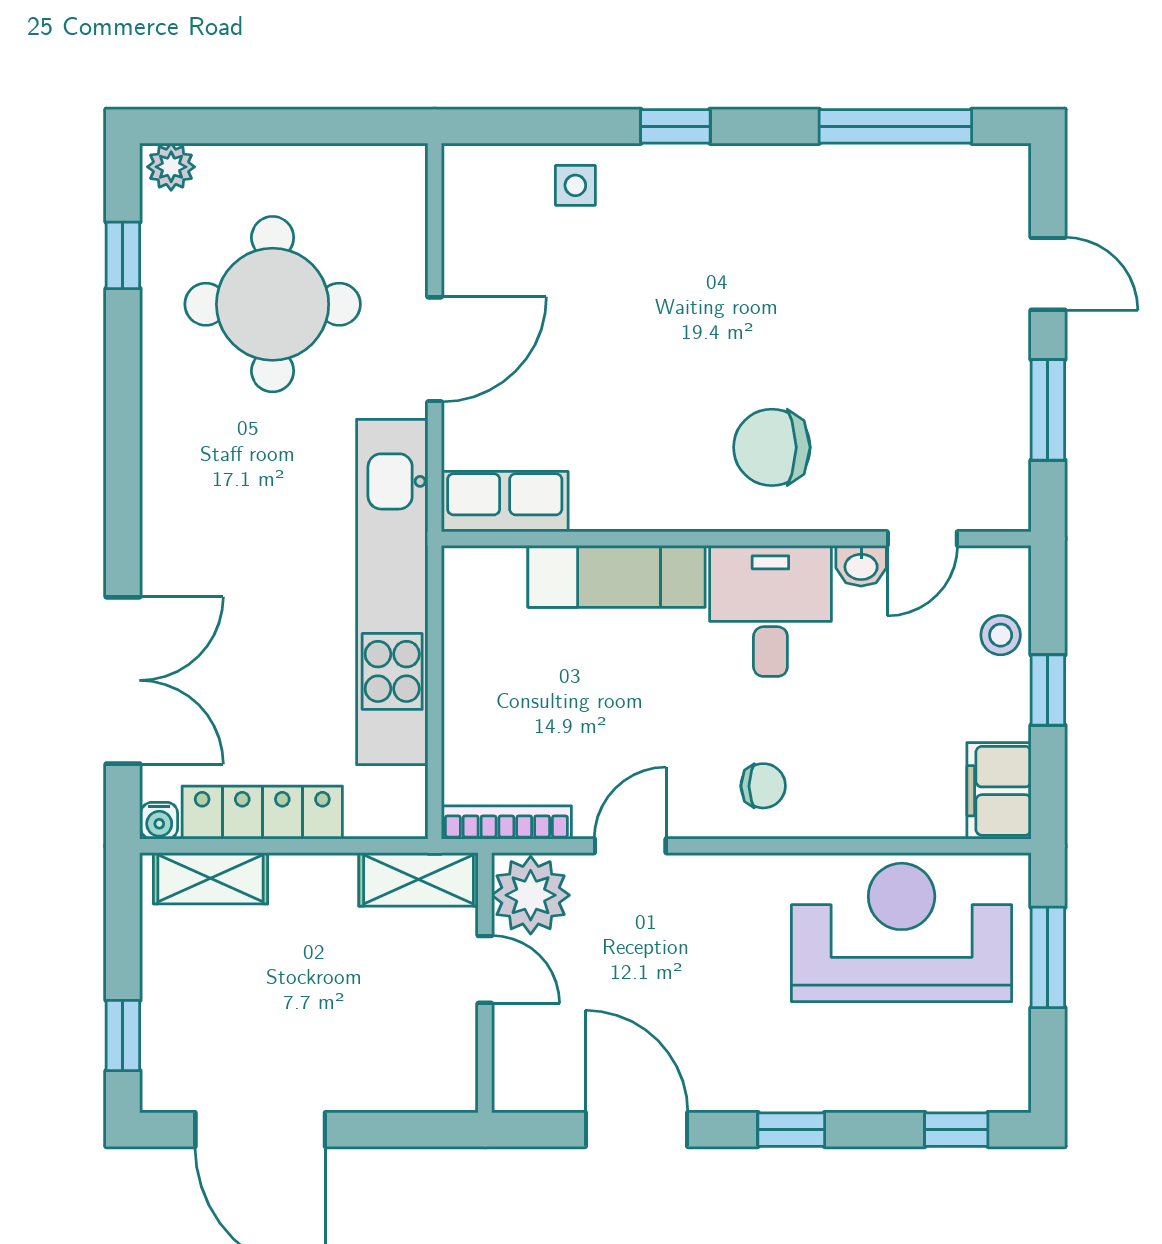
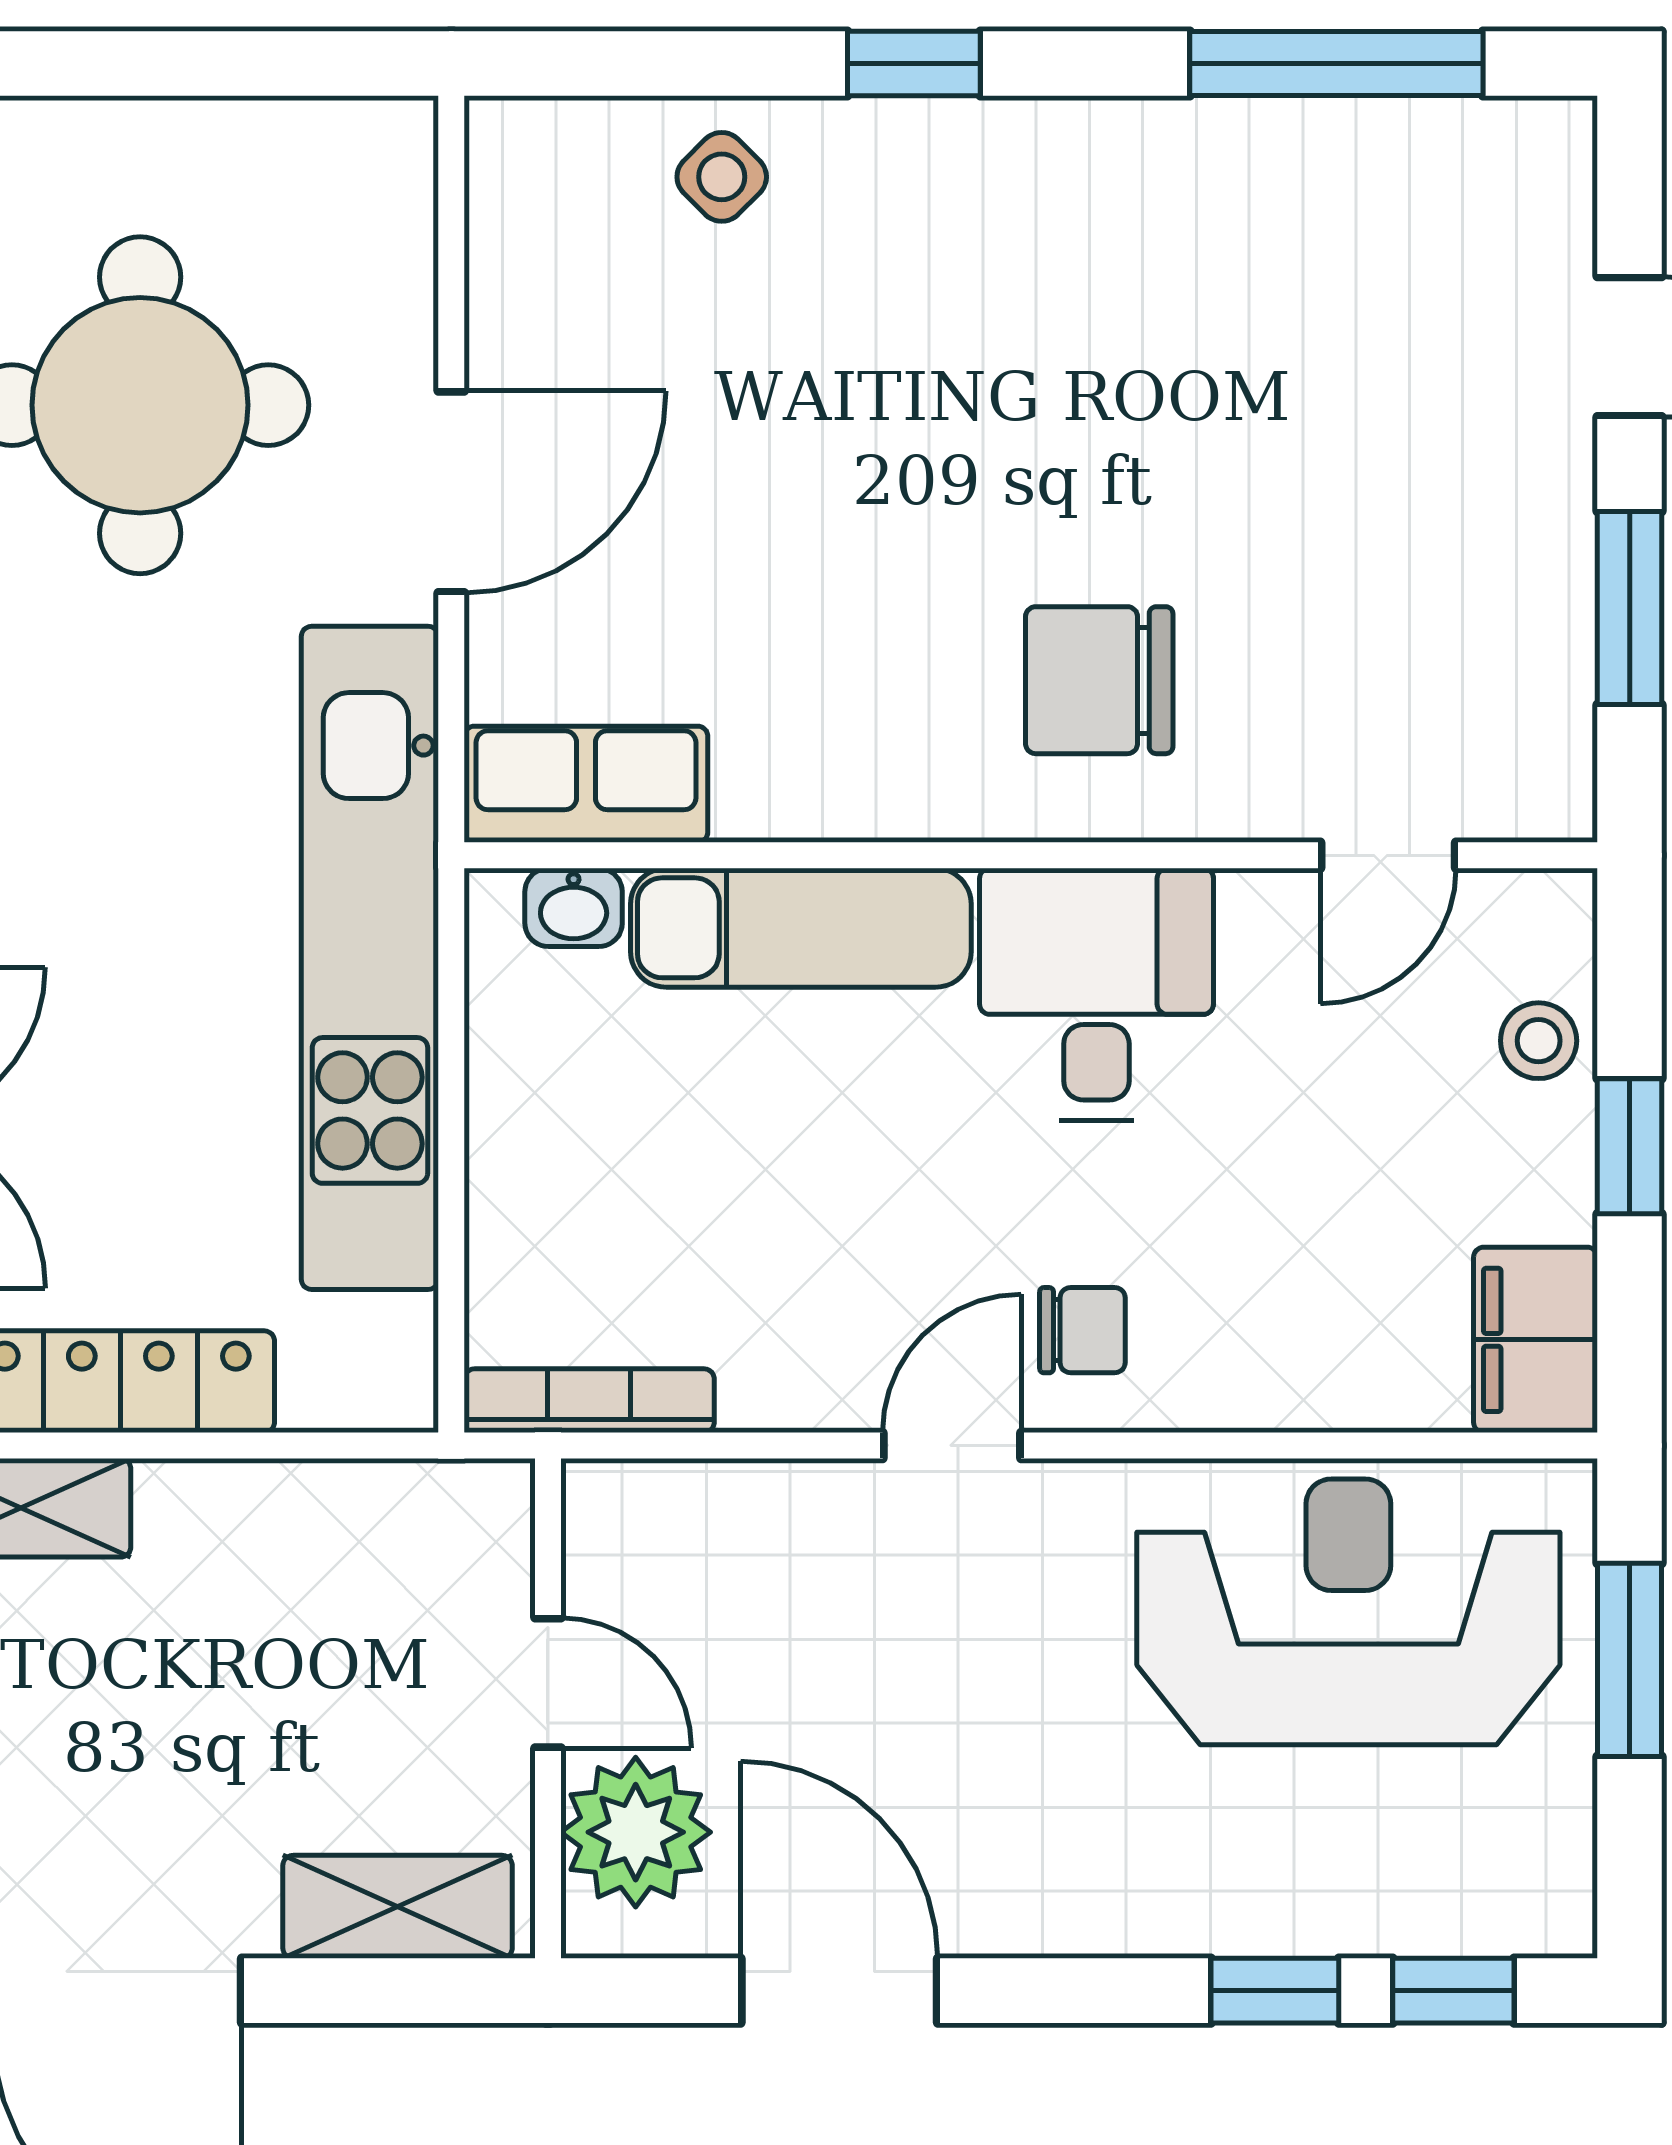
side table: (575, 185) -> (722, 177), turned 45
washbasin: (861, 566) -> (574, 907), moved
door: (630, 846) -> (952, 1445), moved
shelving: (418, 879) -> (398, 1907), moved
plant: (531, 895) -> (636, 1832), moved
window: (791, 1130) -> (1275, 1991), moved

